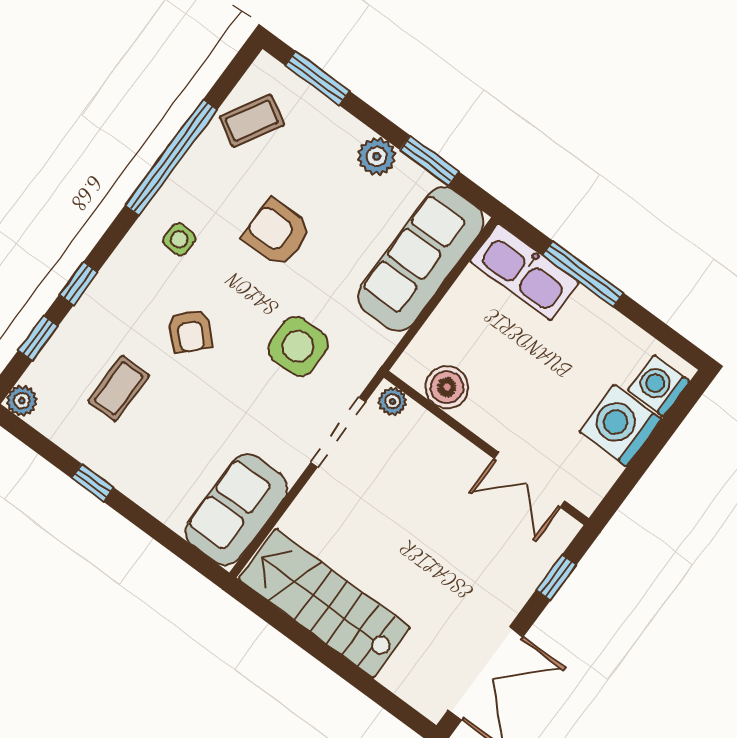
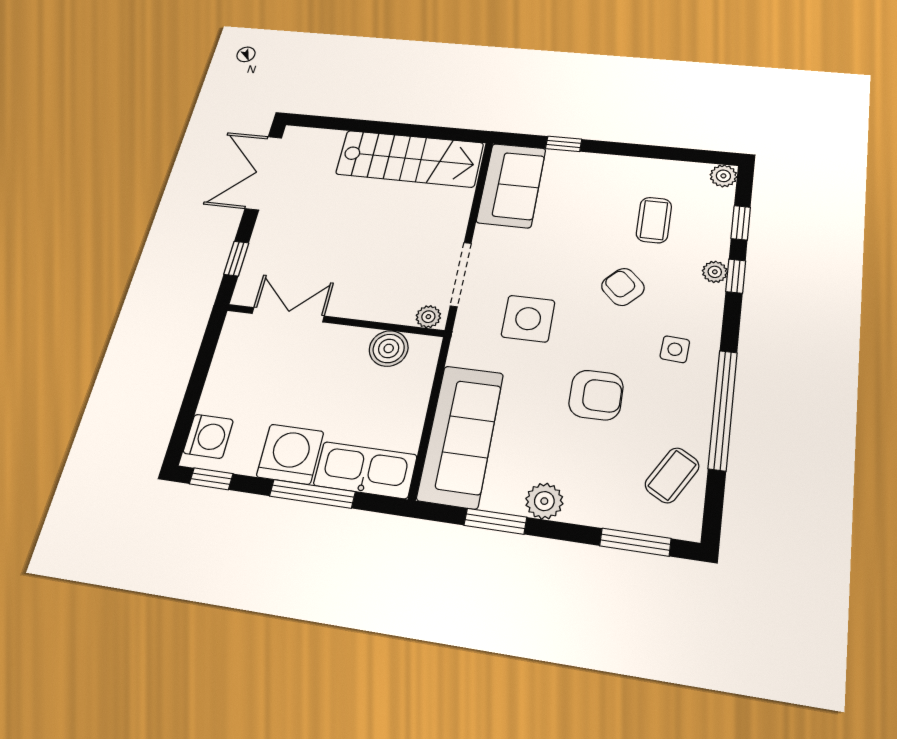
plant: (95, 299) -> (715, 272), added
window: (672, 339) -> (211, 479), added
washing machine: (620, 426) -> (290, 454), moved, turned -90
window: (93, 483) -> (564, 144), moved

